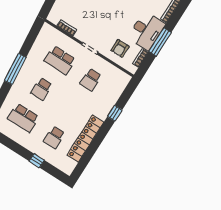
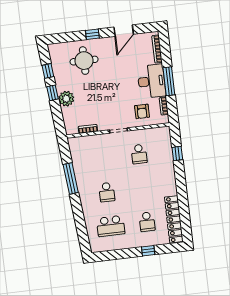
school desk: (60, 60) -> (103, 158), removed
window: (15, 69) -> (71, 178), moved
window: (115, 113) -> (177, 153), moved
locker: (85, 139) -> (174, 219), moved

